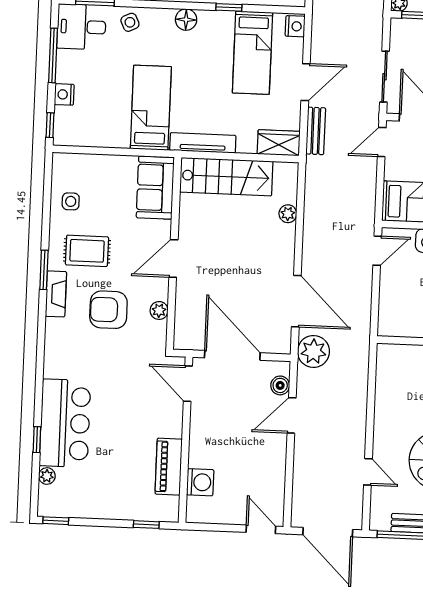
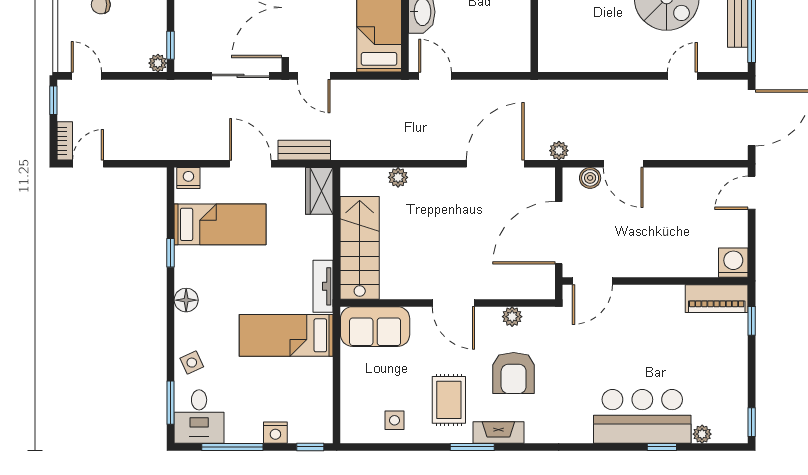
tv unit: (203, 143) -> (323, 286), width x0.71
plant: (313, 351) -> (559, 151), width x0.53, depth x0.53
piano: (169, 467) -> (717, 299), moved
washing machine: (200, 482) -> (733, 263), moved

